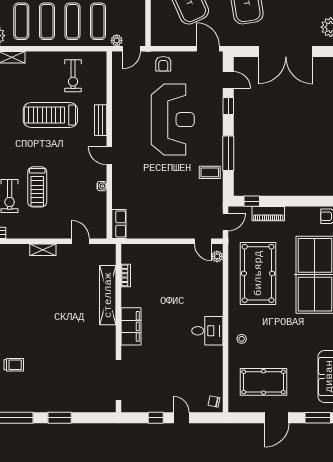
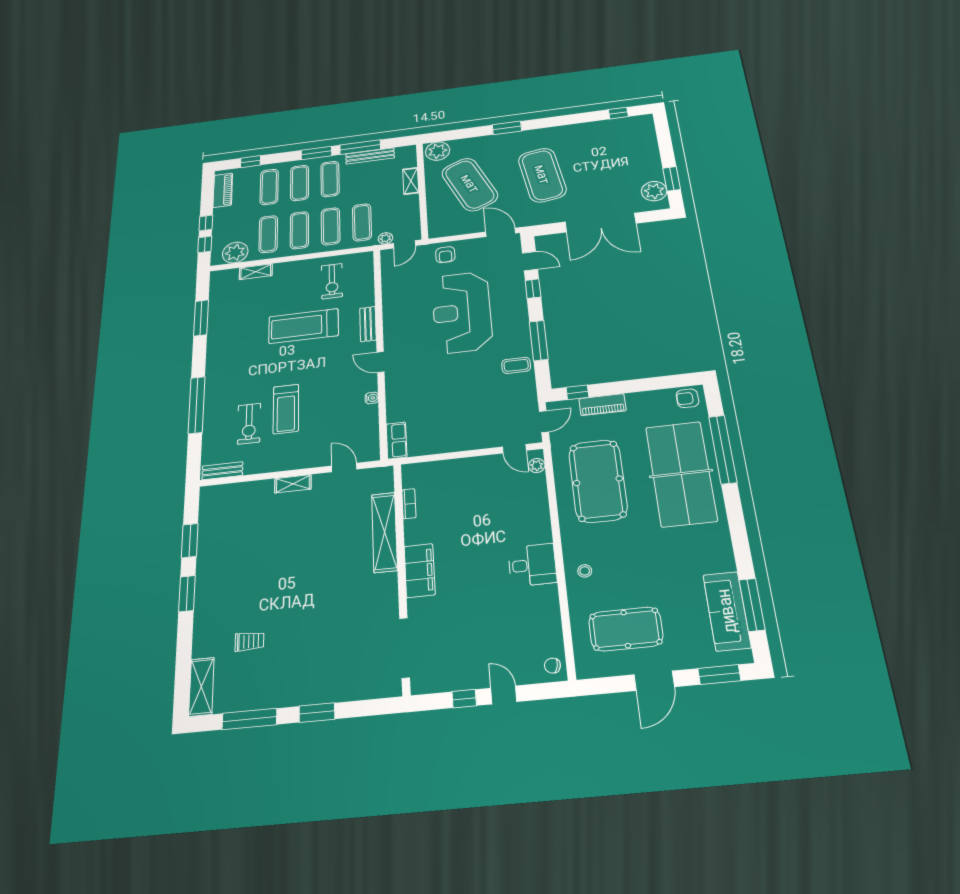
reception desk: (173, 120) -> (462, 312), turned 180

